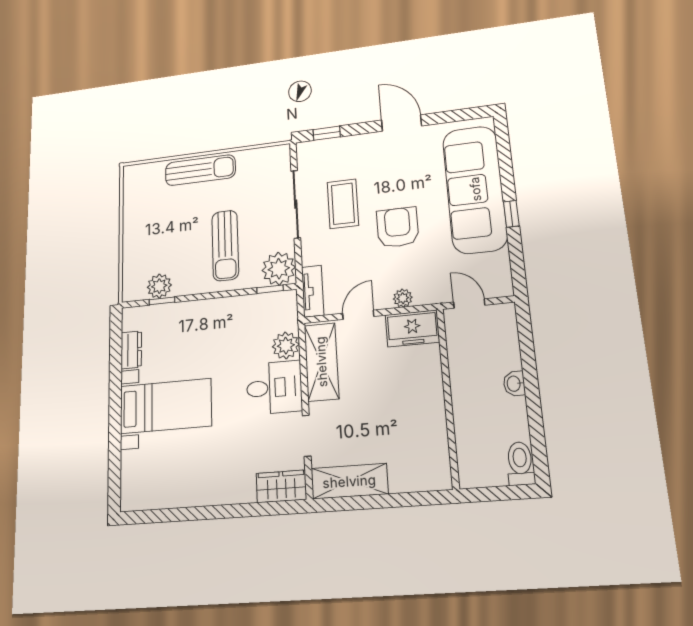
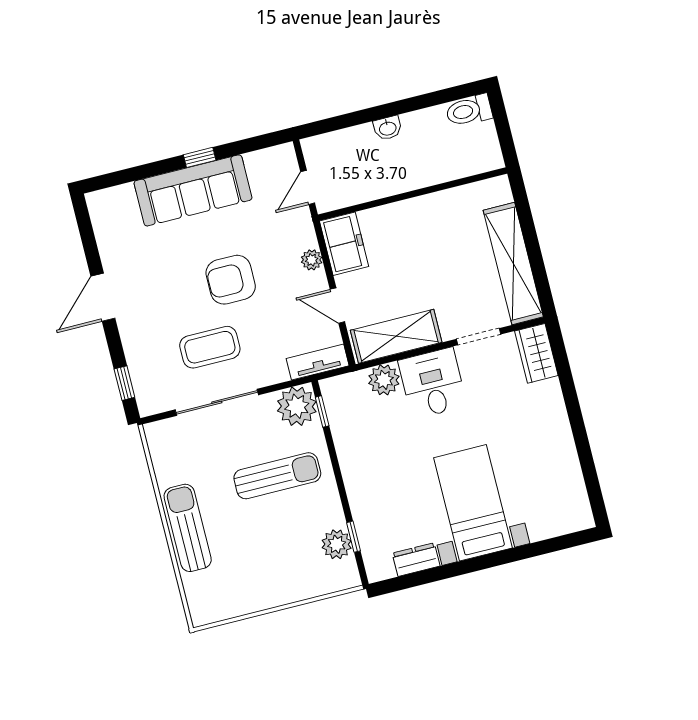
sofa: (475, 189) -> (193, 190), width x0.74, depth x0.79
shelving: (349, 481) -> (513, 264), width x1.47

